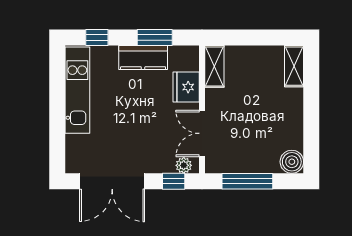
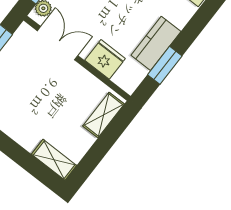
window: (97, 37) -> (201, 19), removed
shelving: (214, 66) -> (104, 115), moved, turned 90

